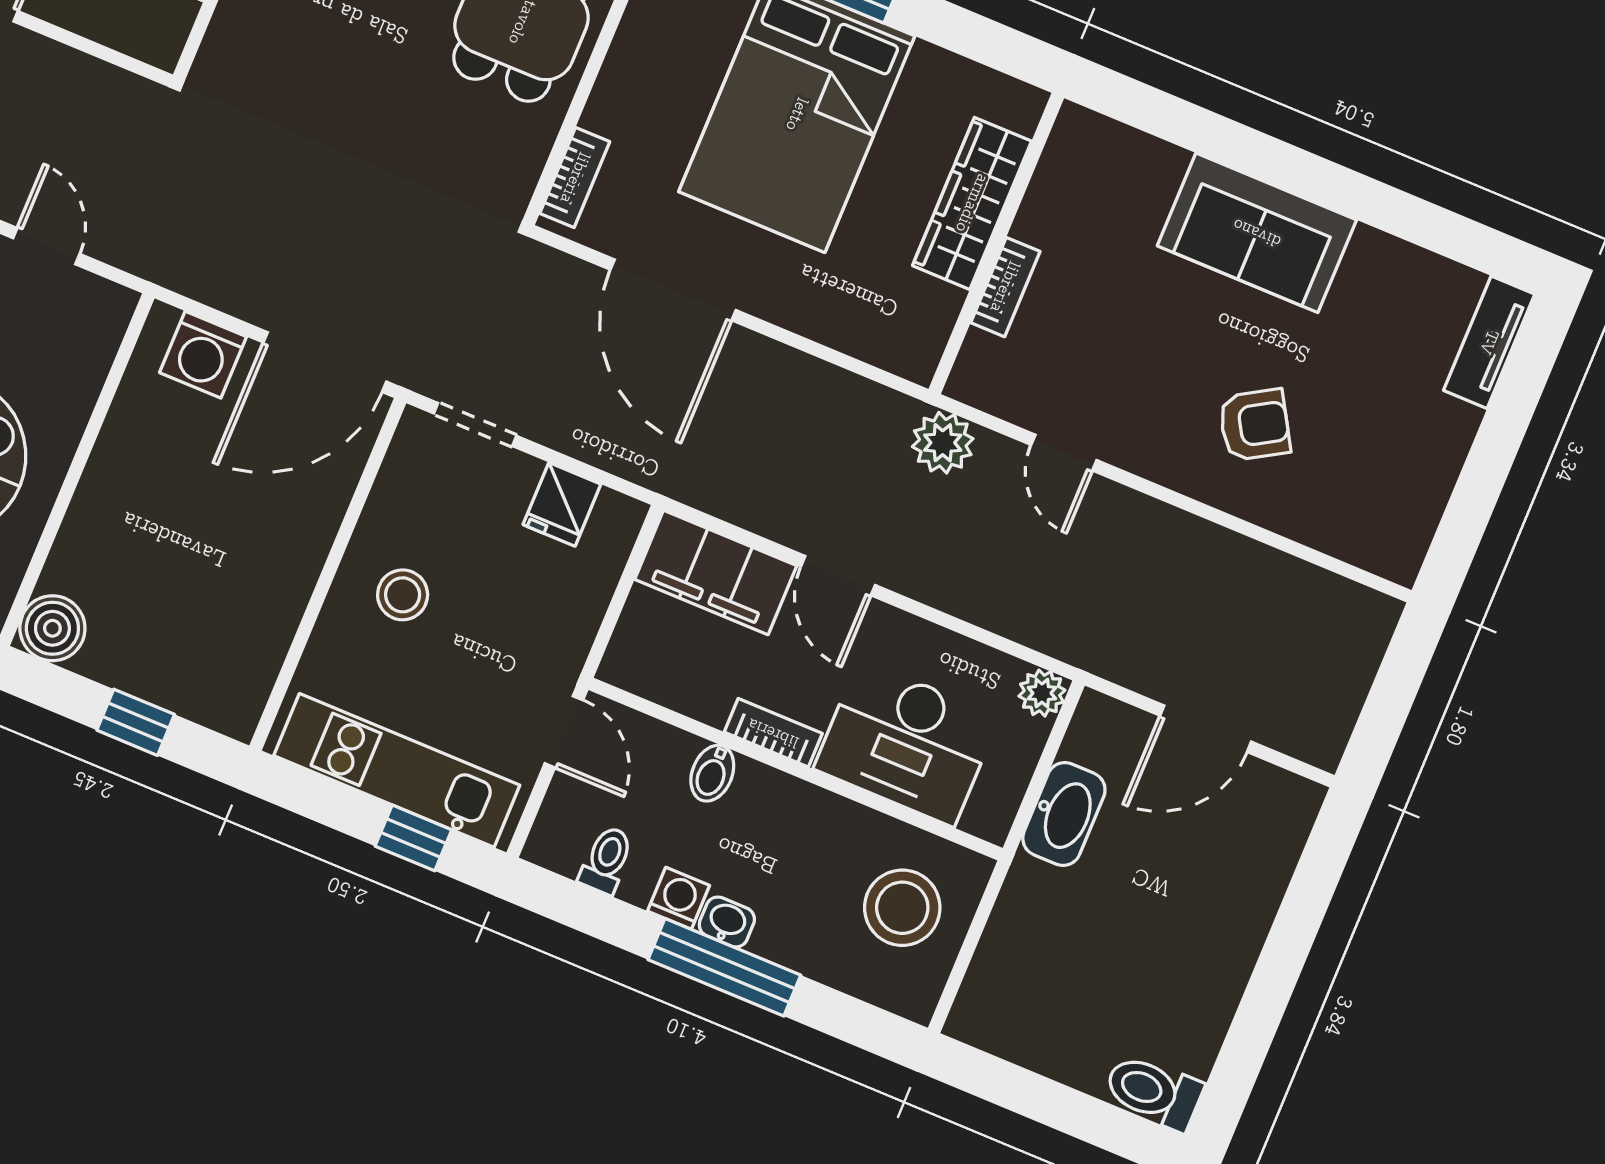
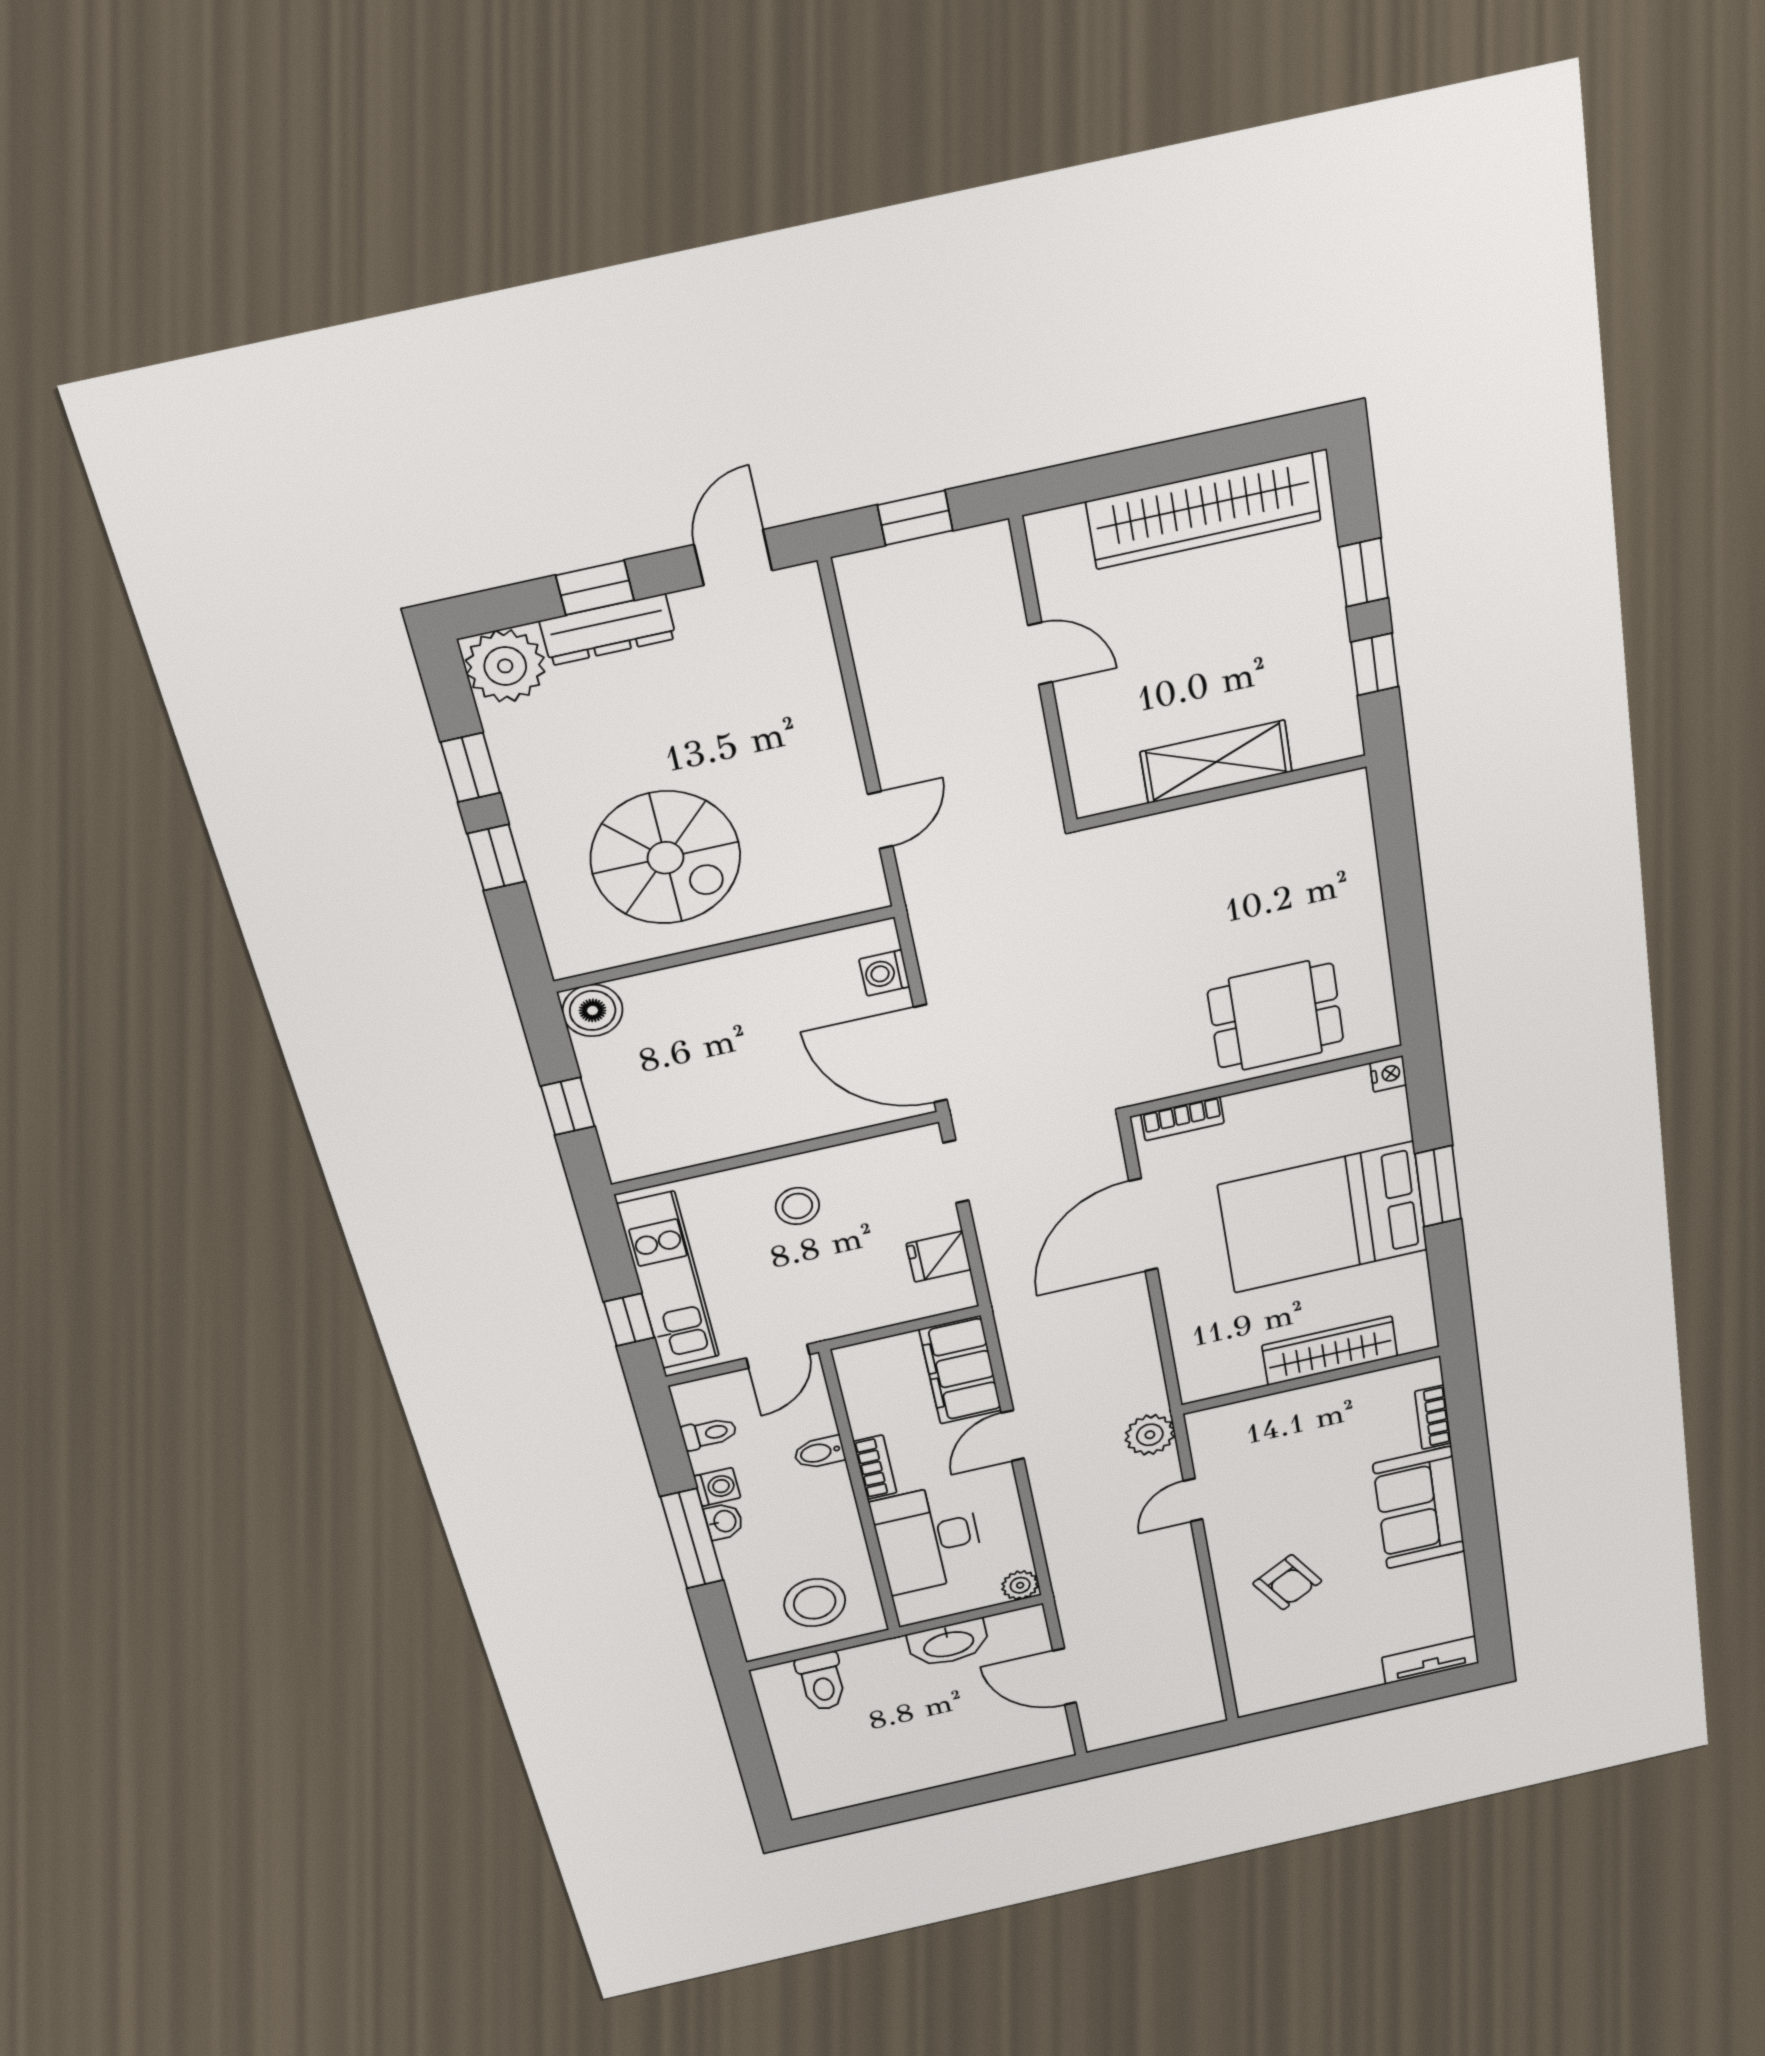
bookcase: (1005, 287) -> (1433, 1417), moved, turned 90
washing machine: (203, 355) -> (884, 973), width x0.73, depth x0.73
toilet: (1153, 1092) -> (822, 1682), moved, turned 180

